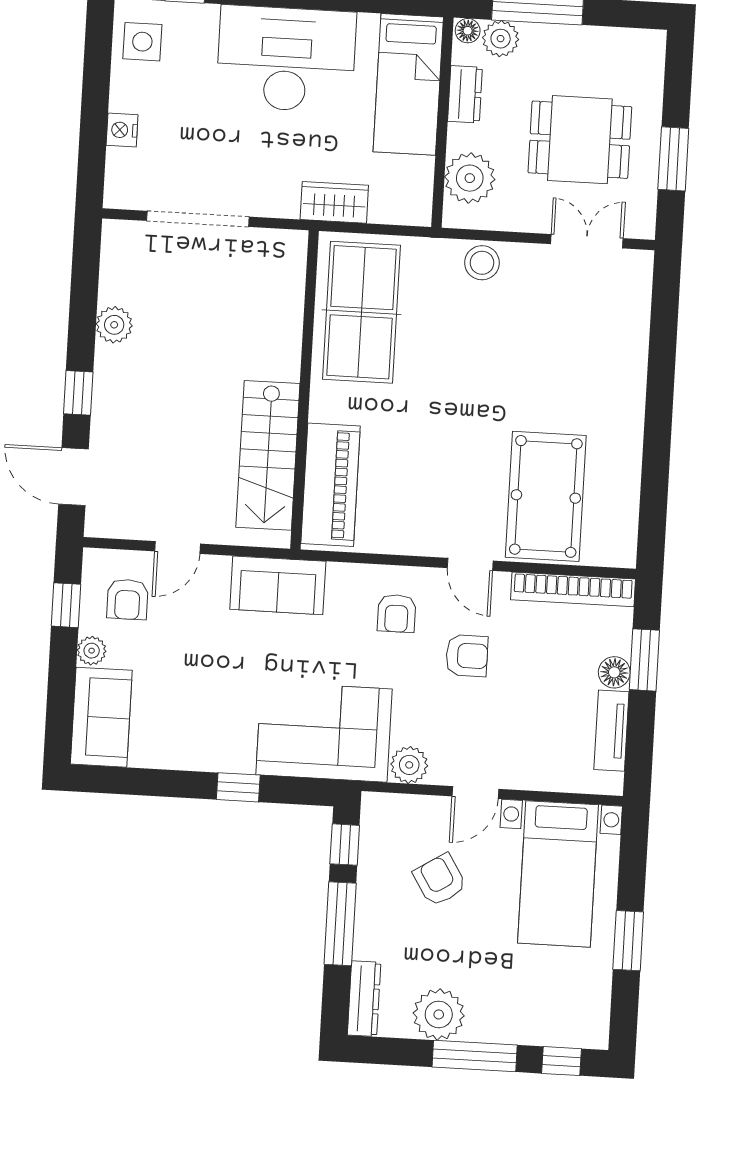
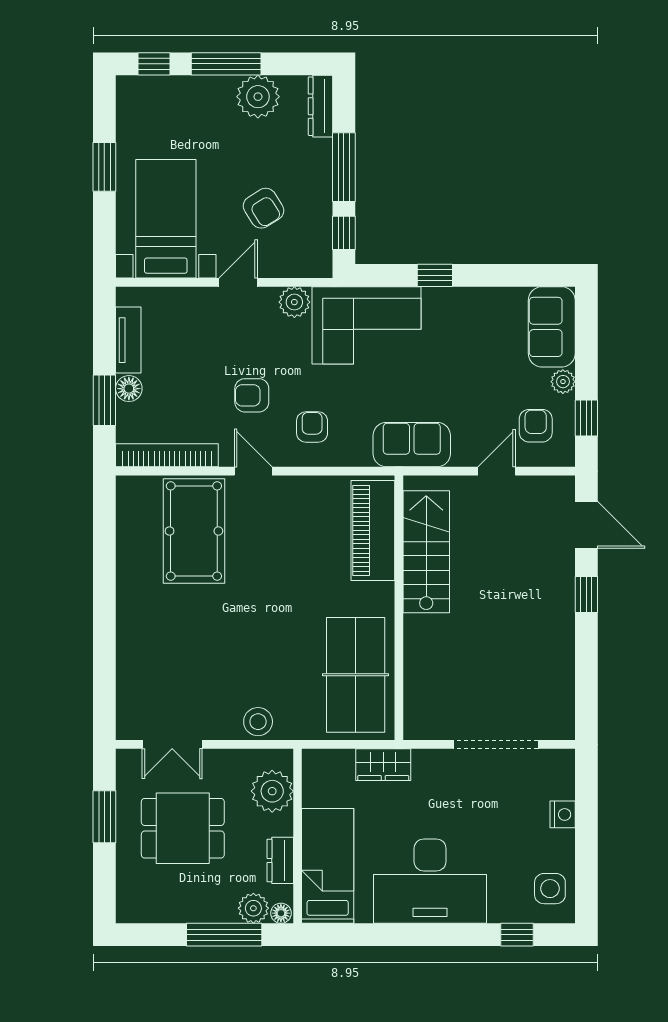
plant: (114, 325) -> (560, 653), removed

